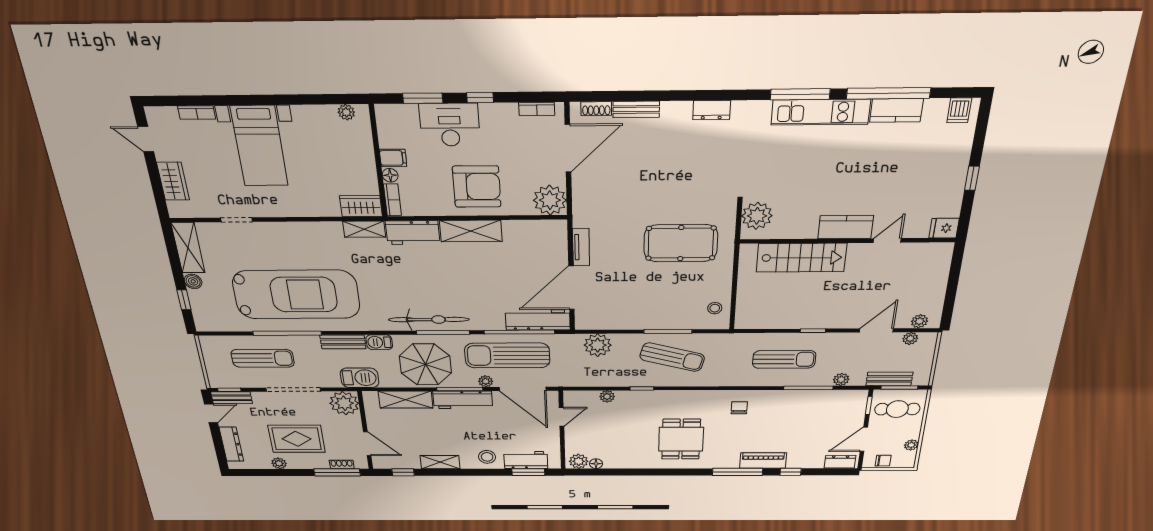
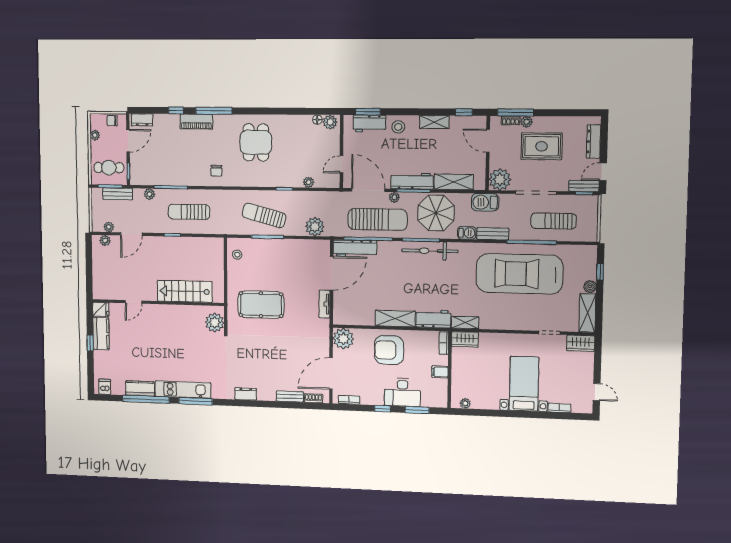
floor lamp: (390, 175) -> (443, 360), removed
wardrobe: (173, 181) -> (581, 343), moved, turned -90
kitchen counter: (846, 227) -> (101, 334), moved, turned -90
plant: (279, 463) -> (527, 122), moved

